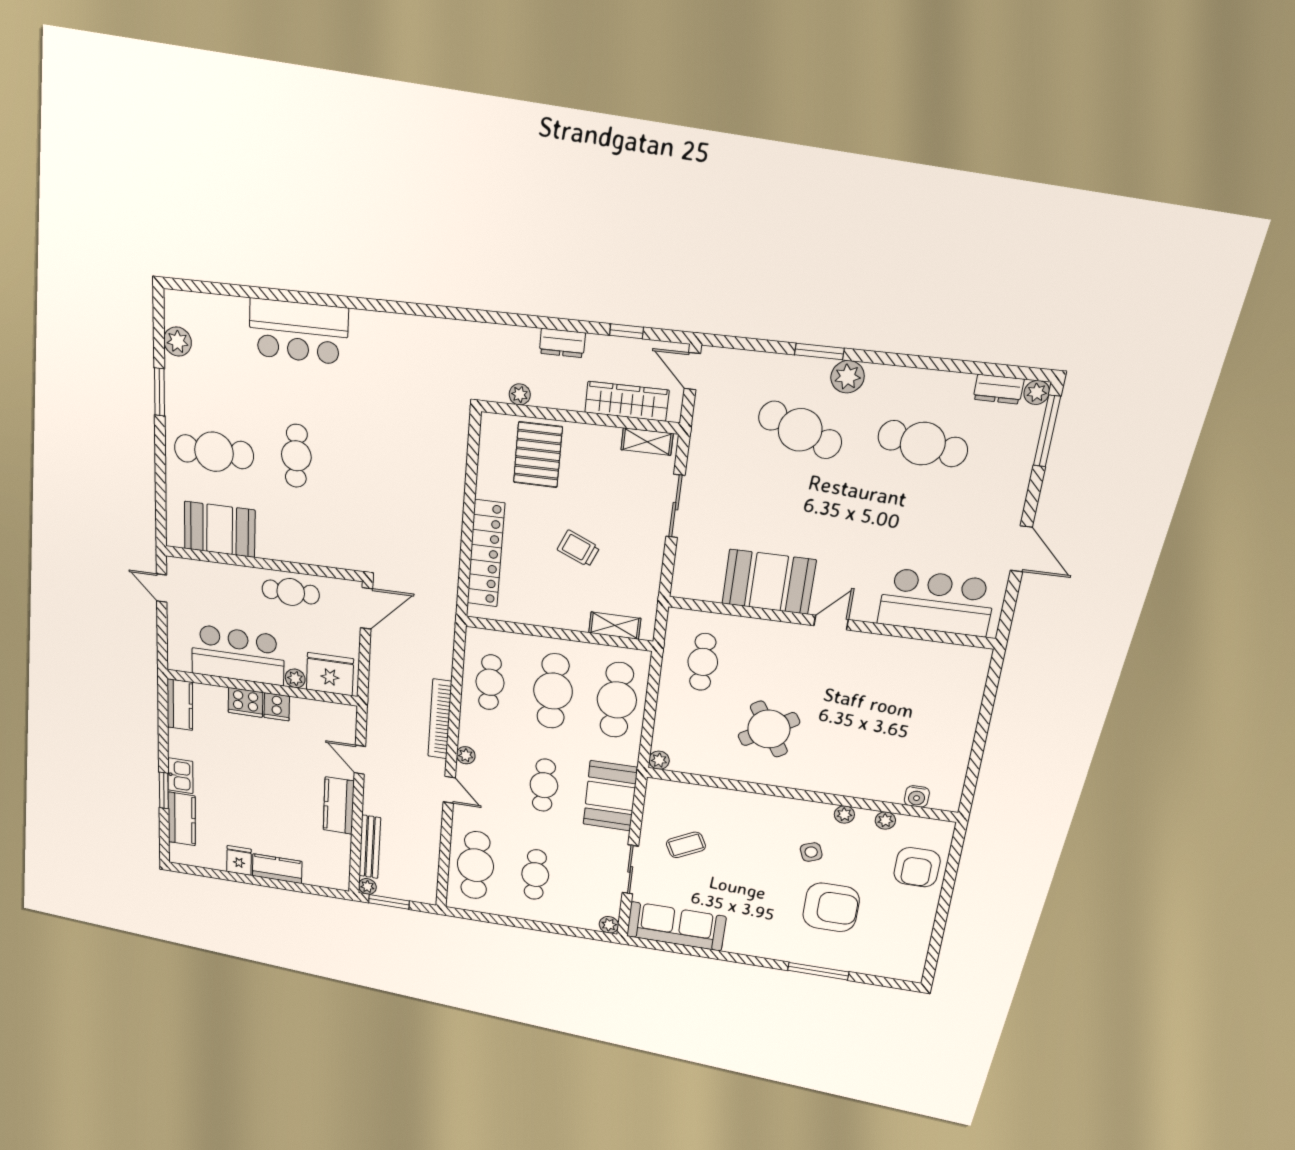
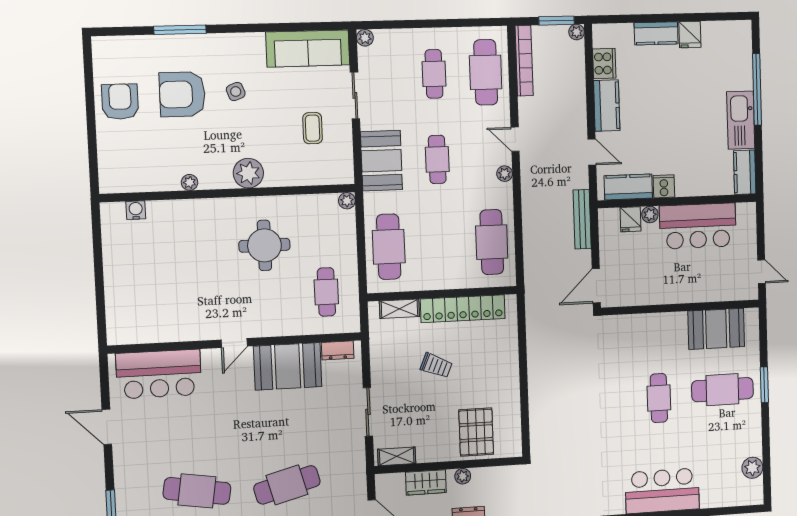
window: (159, 392) -> (764, 385), moved
plant: (520, 394) -> (463, 476), moved
wardrobe: (627, 401) -> (426, 482), width x0.67
cafe table: (800, 430) -> (287, 485), turned -36
locker: (486, 554) -> (463, 309), moved, turned -90
dresser: (701, 590) -> (338, 350), added
cafe table: (291, 592) -> (657, 288), removed
fridge: (330, 674) -> (630, 219), width x0.53, depth x0.75
cafe table: (490, 682) -> (492, 242), width x1.37, depth x1.35
cafe table: (553, 691) -> (440, 244), removed
cooker: (246, 702) -> (604, 64), moved, turned 90
bookcase: (440, 719) -> (524, 61), moved
round table: (769, 729) -> (264, 245), turned 32
kitchen sink: (180, 776) -> (741, 120), width x1.88, depth x1.24
window: (164, 790) -> (757, 89), width x2.11
kitchen counter: (182, 819) -> (628, 187), moved, turned 90
plant: (885, 820) -> (248, 173), moved, width x1.87, depth x1.87
coffee table: (686, 845) -> (313, 128), turned -63
bench: (370, 847) -> (582, 219), moved
side table: (811, 852) -> (236, 92), moved
armchair: (917, 867) -> (120, 102), moved

